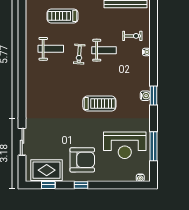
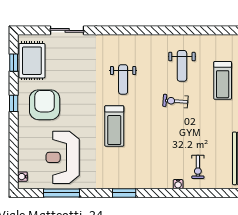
treadmill: (62, 16) -> (223, 80), turned 180
weight bench: (104, 50) -> (123, 79), moved
water cooler: (145, 96) -> (124, 183), removed
armchair: (82, 160) -> (45, 105), turned 180

